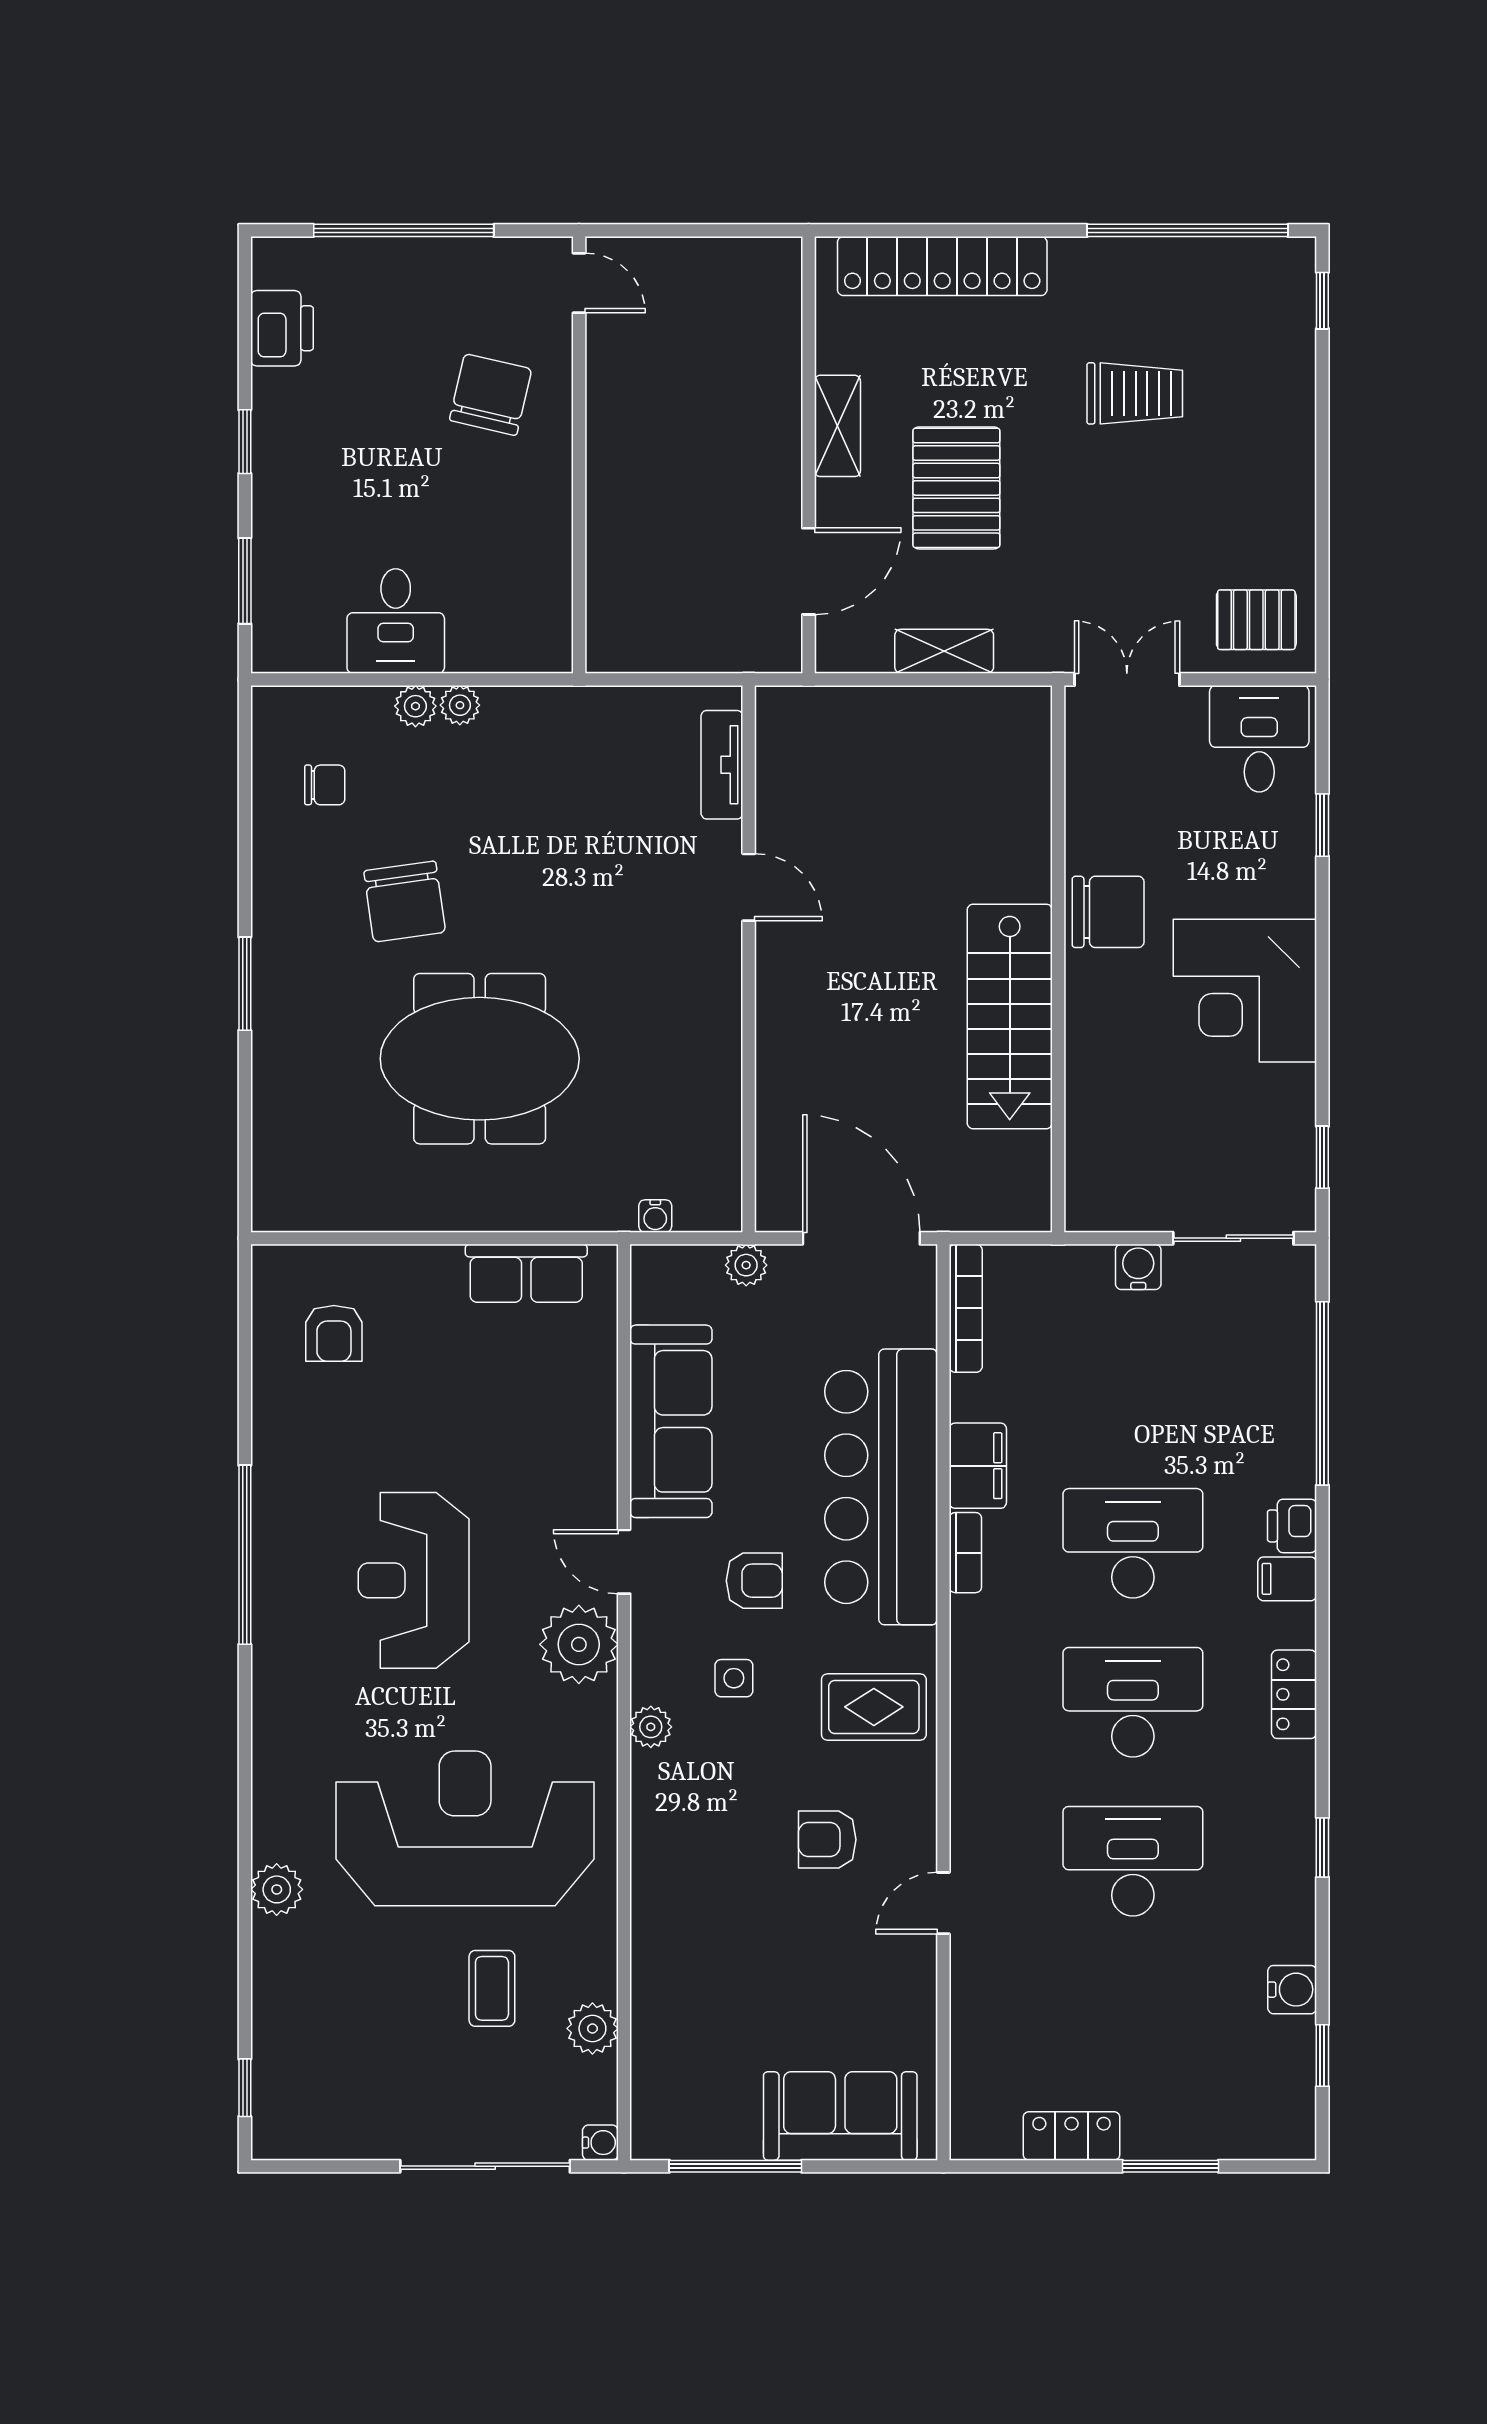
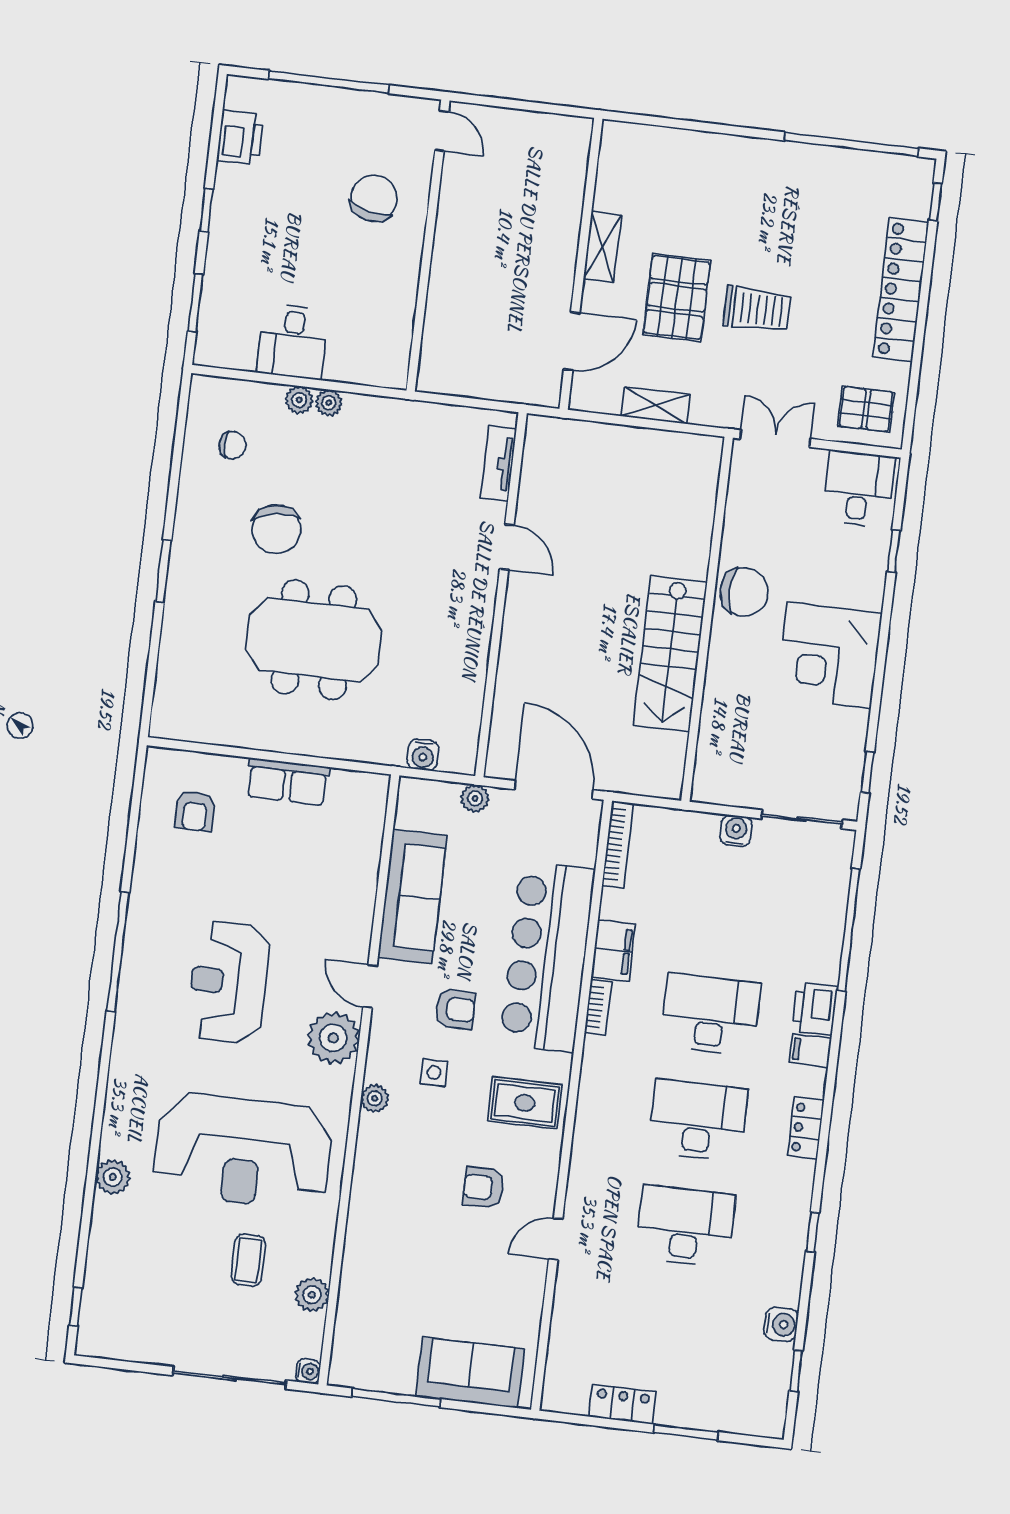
locker: (942, 266) -> (901, 290), moved, turned 90
trolley: (1135, 393) -> (757, 309), moved
water cooler: (655, 1216) -> (423, 755), width x1.38, depth x1.38
row of seats: (526, 1273) -> (288, 782), moved
printer: (1292, 1526) -> (815, 1009), width x1.36, depth x1.24
reception desk: (465, 1828) -> (243, 1151), turned 180

